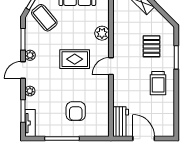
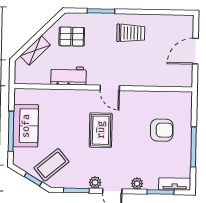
plant: (102, 33) -> (71, 98), removed
pallet: (152, 46) -> (72, 37), moved
workbench: (121, 122) -> (69, 76), moved

